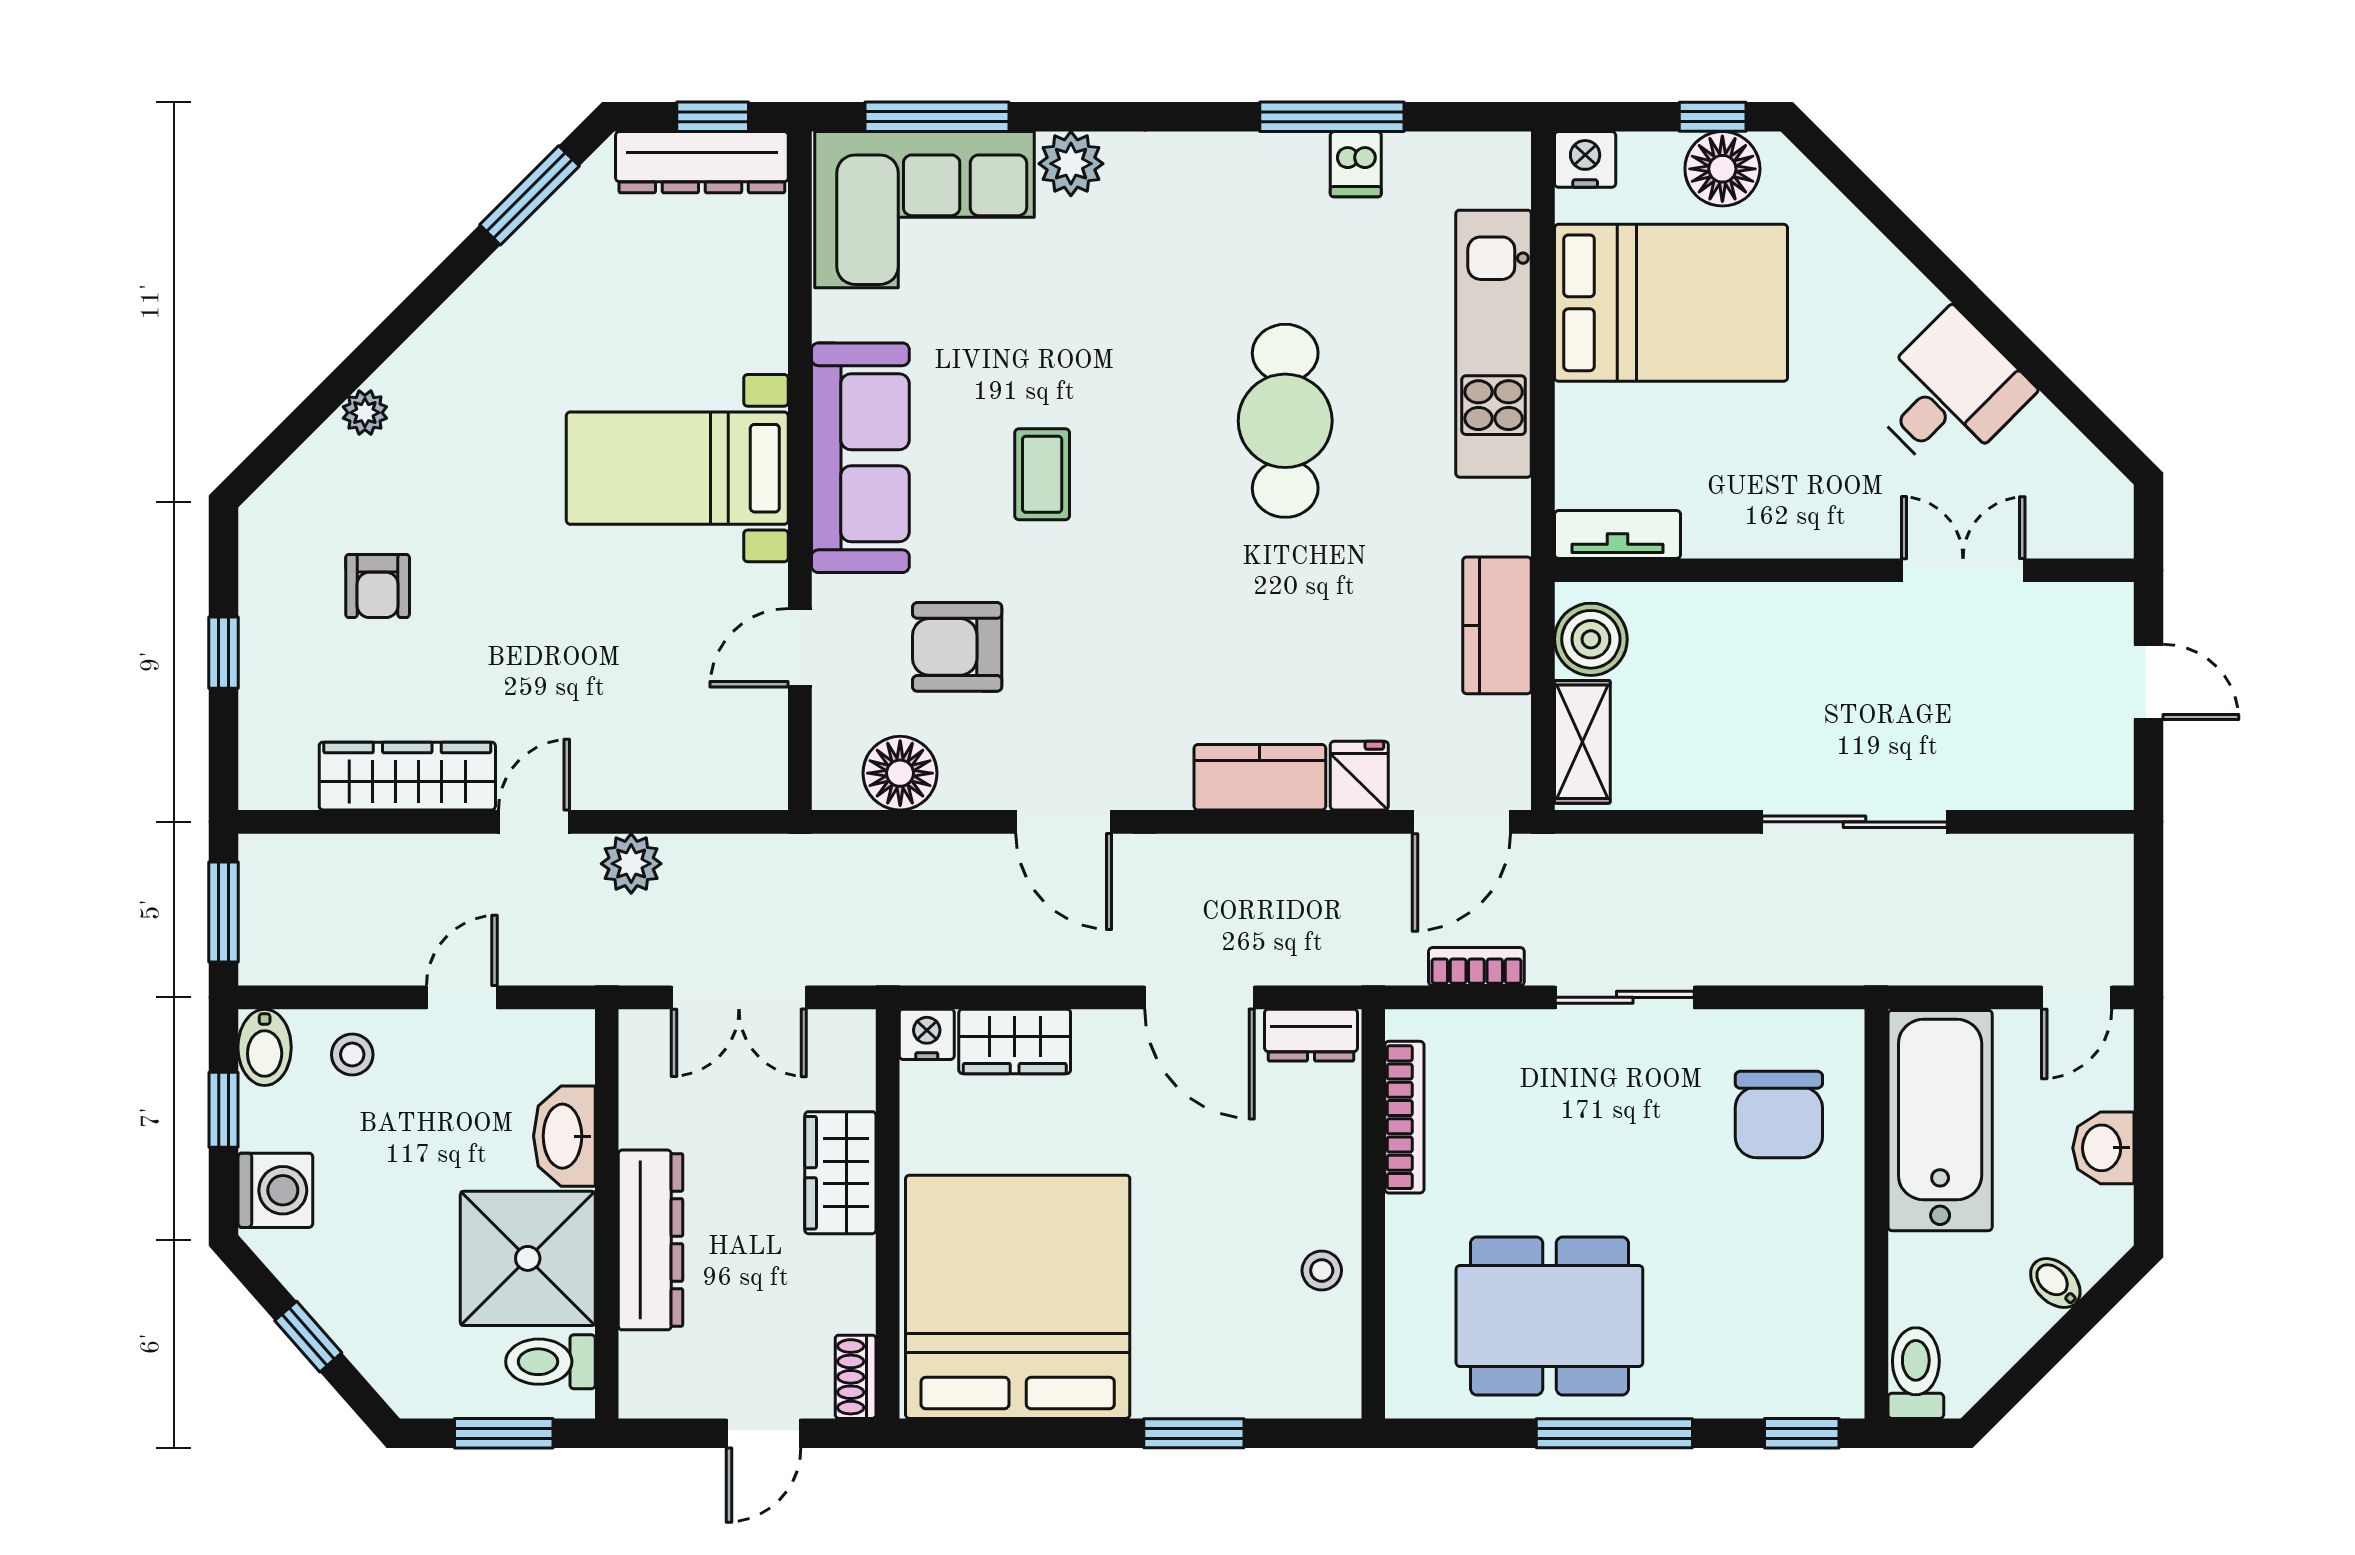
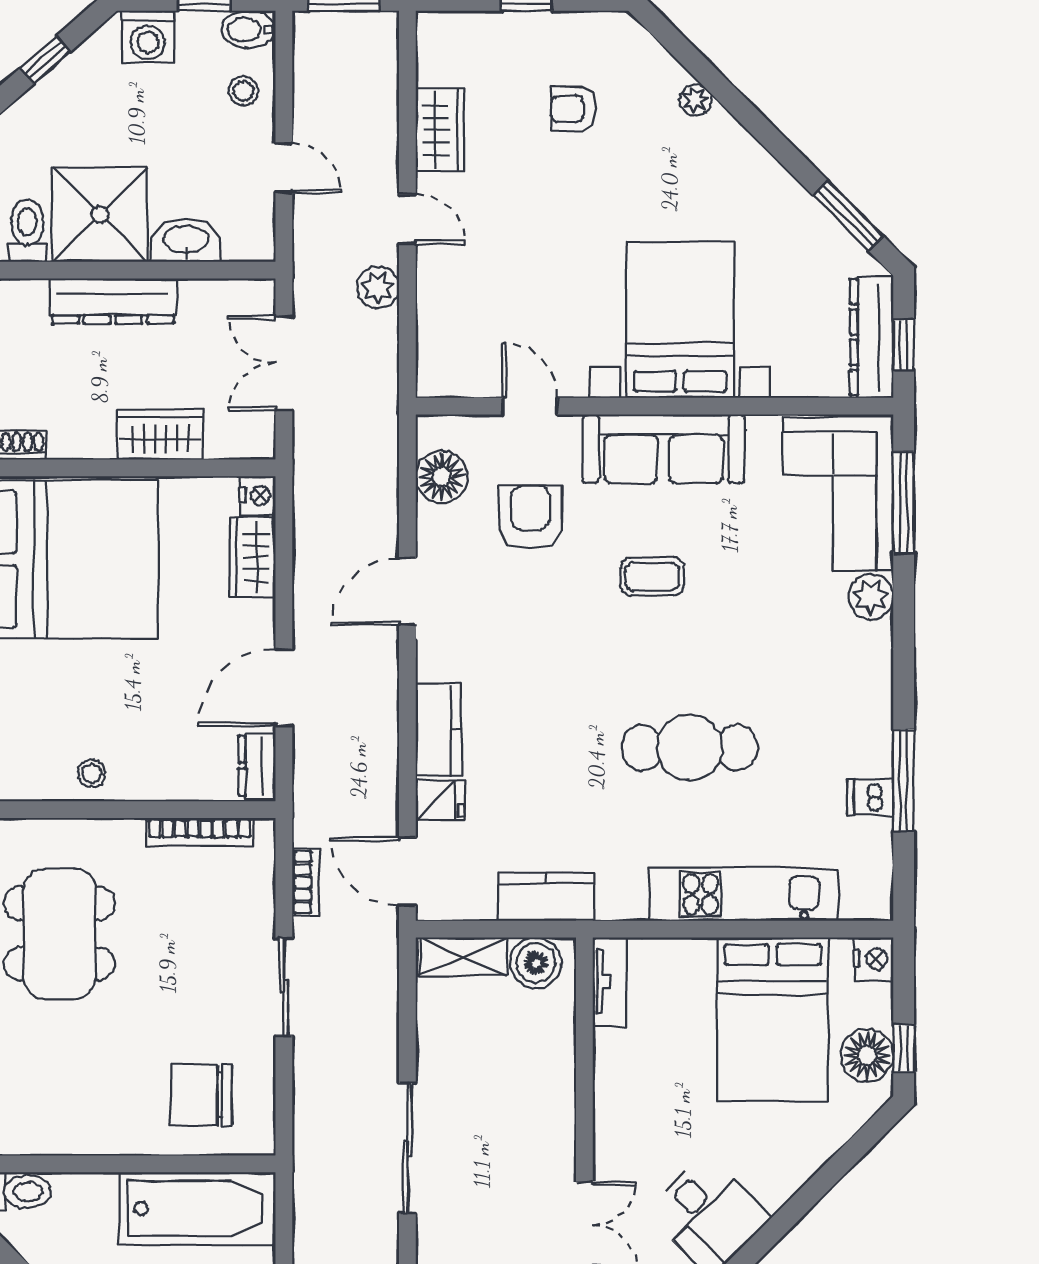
bed with nightstands: (677, 468) -> (680, 320), width x1.36
wardrobe: (407, 776) -> (440, 130), width x0.67

